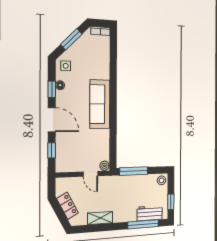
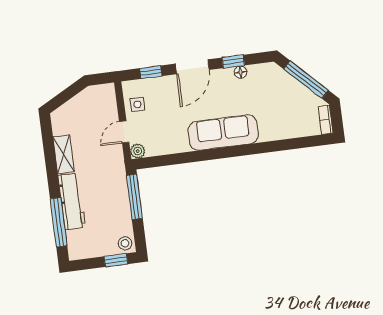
window: (71, 39) -> (306, 80), width x1.44
side table: (66, 66) -> (137, 104), moved
window: (171, 202) -> (116, 260), moved
locker: (67, 206) -> (77, 104), removed
workbench: (150, 213) -> (72, 201), moved, width x1.37

